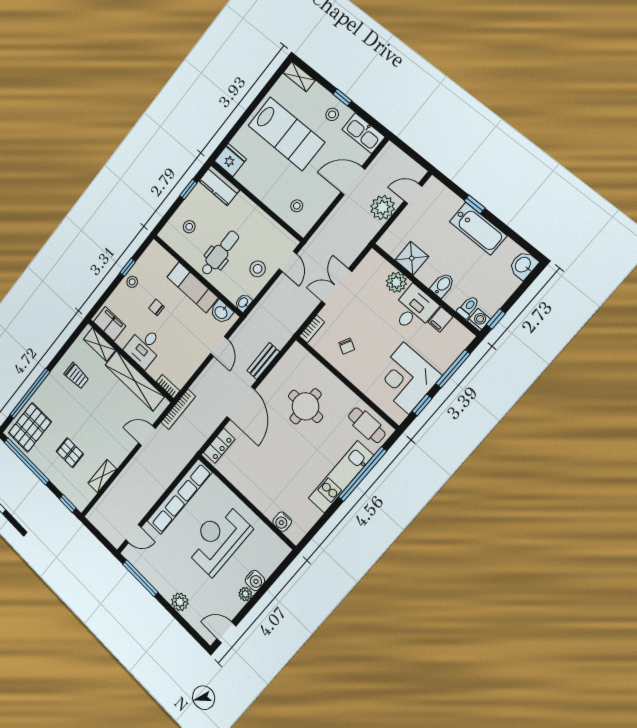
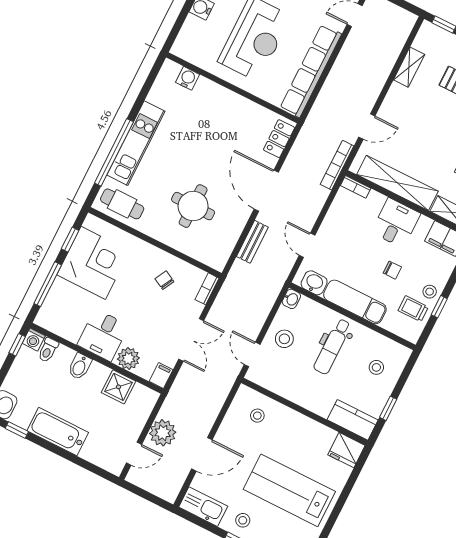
window: (475, 204) -> (17, 430), moved
trolley: (148, 270) -> (413, 309), added
filing cabinet: (441, 319) -> (161, 375), moved

